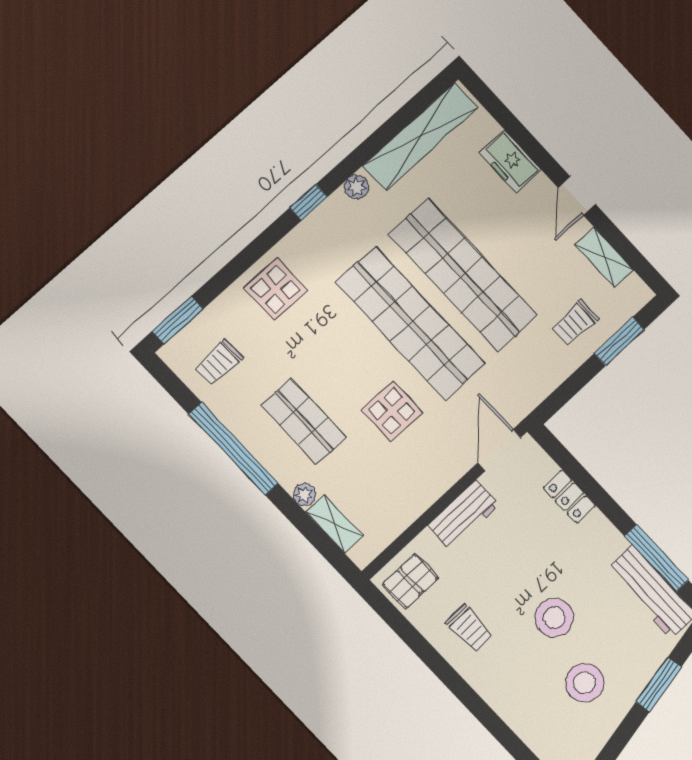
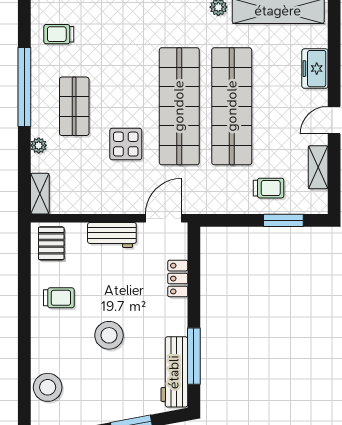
display table: (276, 289) -> (125, 23), removed
trolley: (575, 323) -> (269, 188), turned 180
shelving: (334, 524) -> (40, 194), moved
pallet: (410, 581) -> (51, 243), turned 90
trolley: (469, 628) -> (59, 298), turned -90
stool: (585, 683) -> (48, 387), moved

